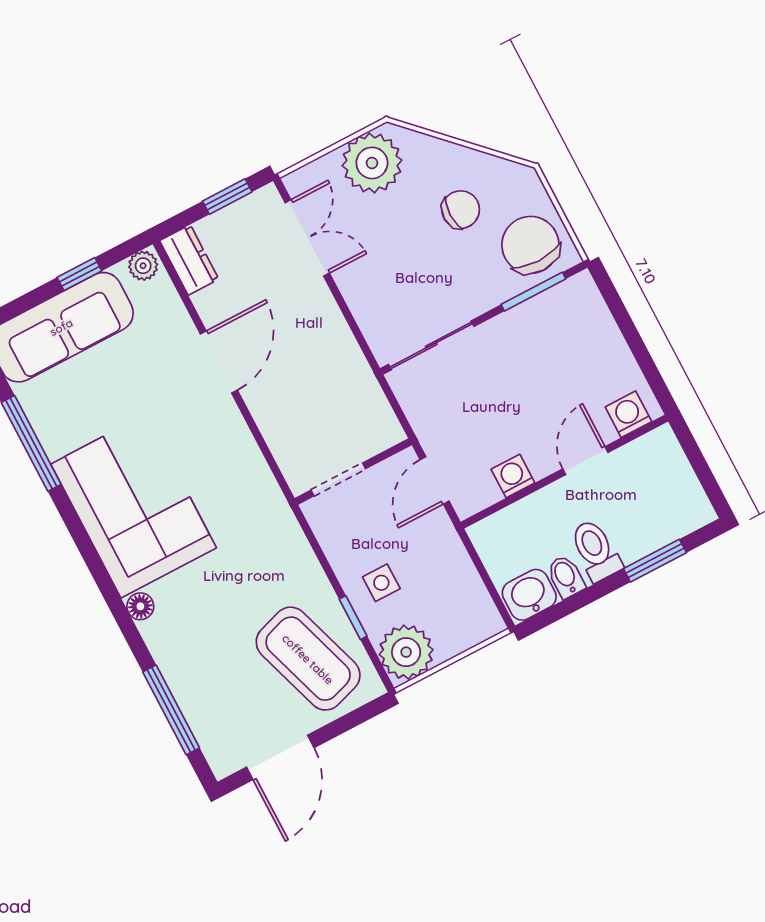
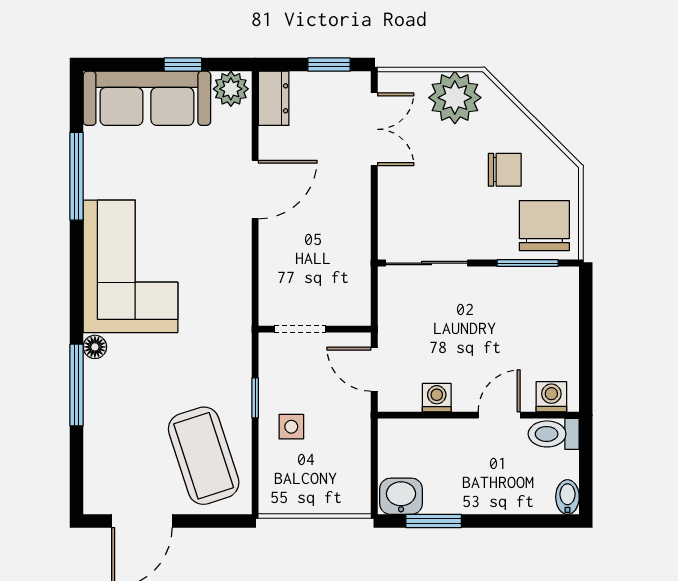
plant: (143, 266) -> (231, 89), width x1.38, depth x1.38
door: (435, 480) -> (374, 369), hinge flipped
toilet: (596, 550) -> (554, 434), moved, turned -90
window: (655, 561) -> (434, 521), moved
bidet: (566, 577) -> (567, 497), moved
window: (353, 618) -> (255, 398), moved
plant: (406, 652) -> (282, 491), removed
window: (171, 710) -> (77, 385), moved

